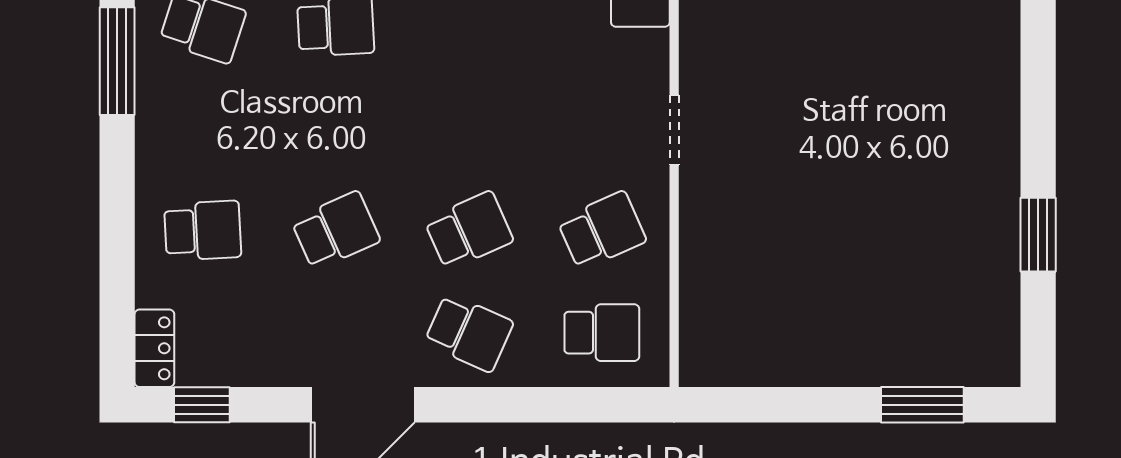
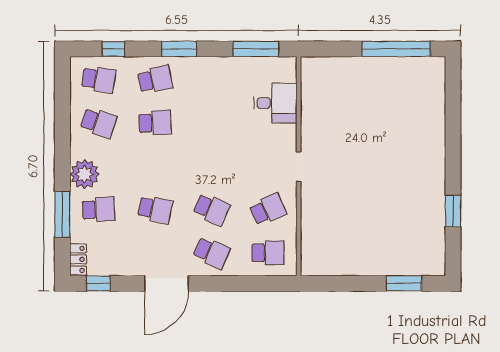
window: (117, 61) -> (62, 214), moved
plant: (169, 148) -> (85, 174), added
school desk: (336, 231) -> (155, 209), turned 36
school desk: (469, 231) -> (212, 209), turned 48

